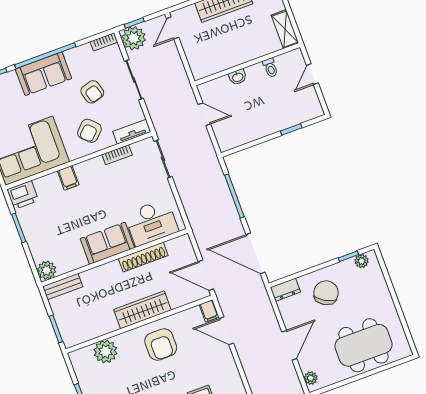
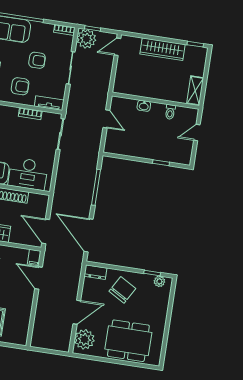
armchair: (92, 92) -> (37, 60), turned -74
armchair: (89, 131) -> (20, 86), turned -135
plant: (311, 378) -> (84, 339), width x1.87, depth x1.87

